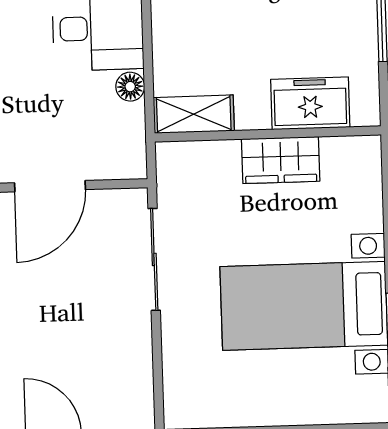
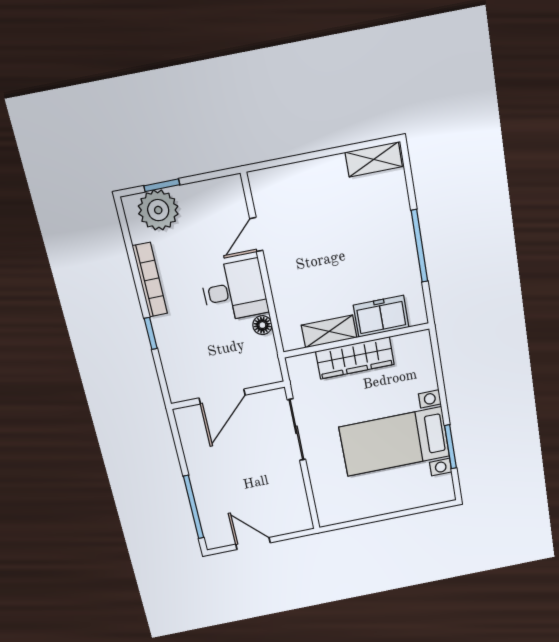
shelving: (194, 114) -> (329, 331), moved
wardrobe: (281, 160) -> (355, 358), width x1.50

